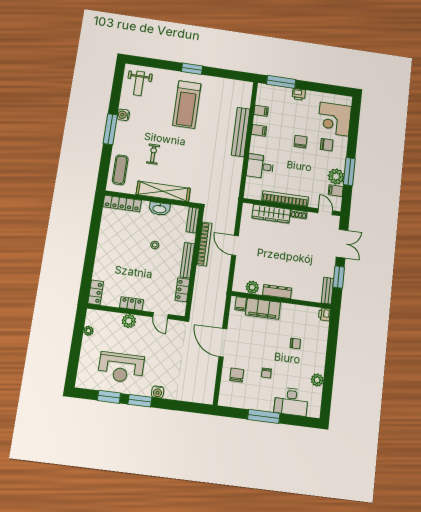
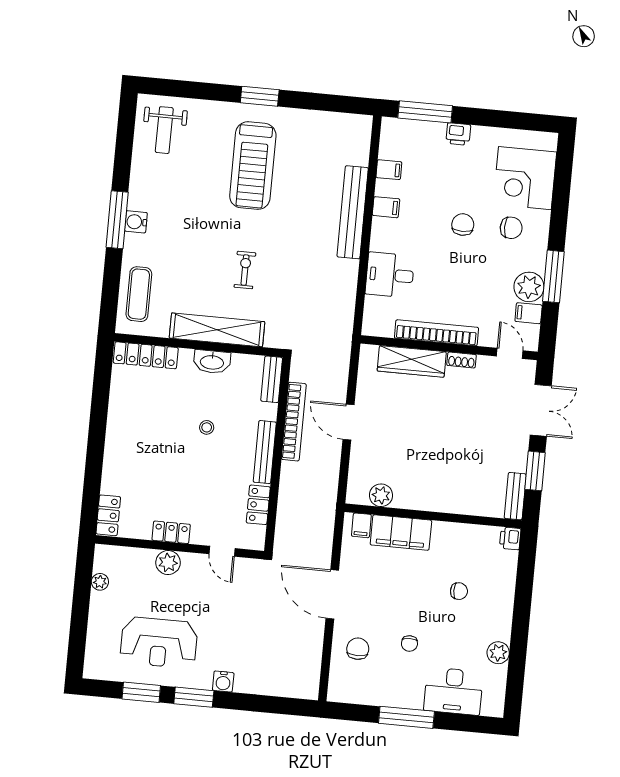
water cooler: (123, 115) -> (136, 222), moved
exercise bike: (153, 154) -> (245, 270), moved
dresser: (277, 292) -> (425, 501), removed

